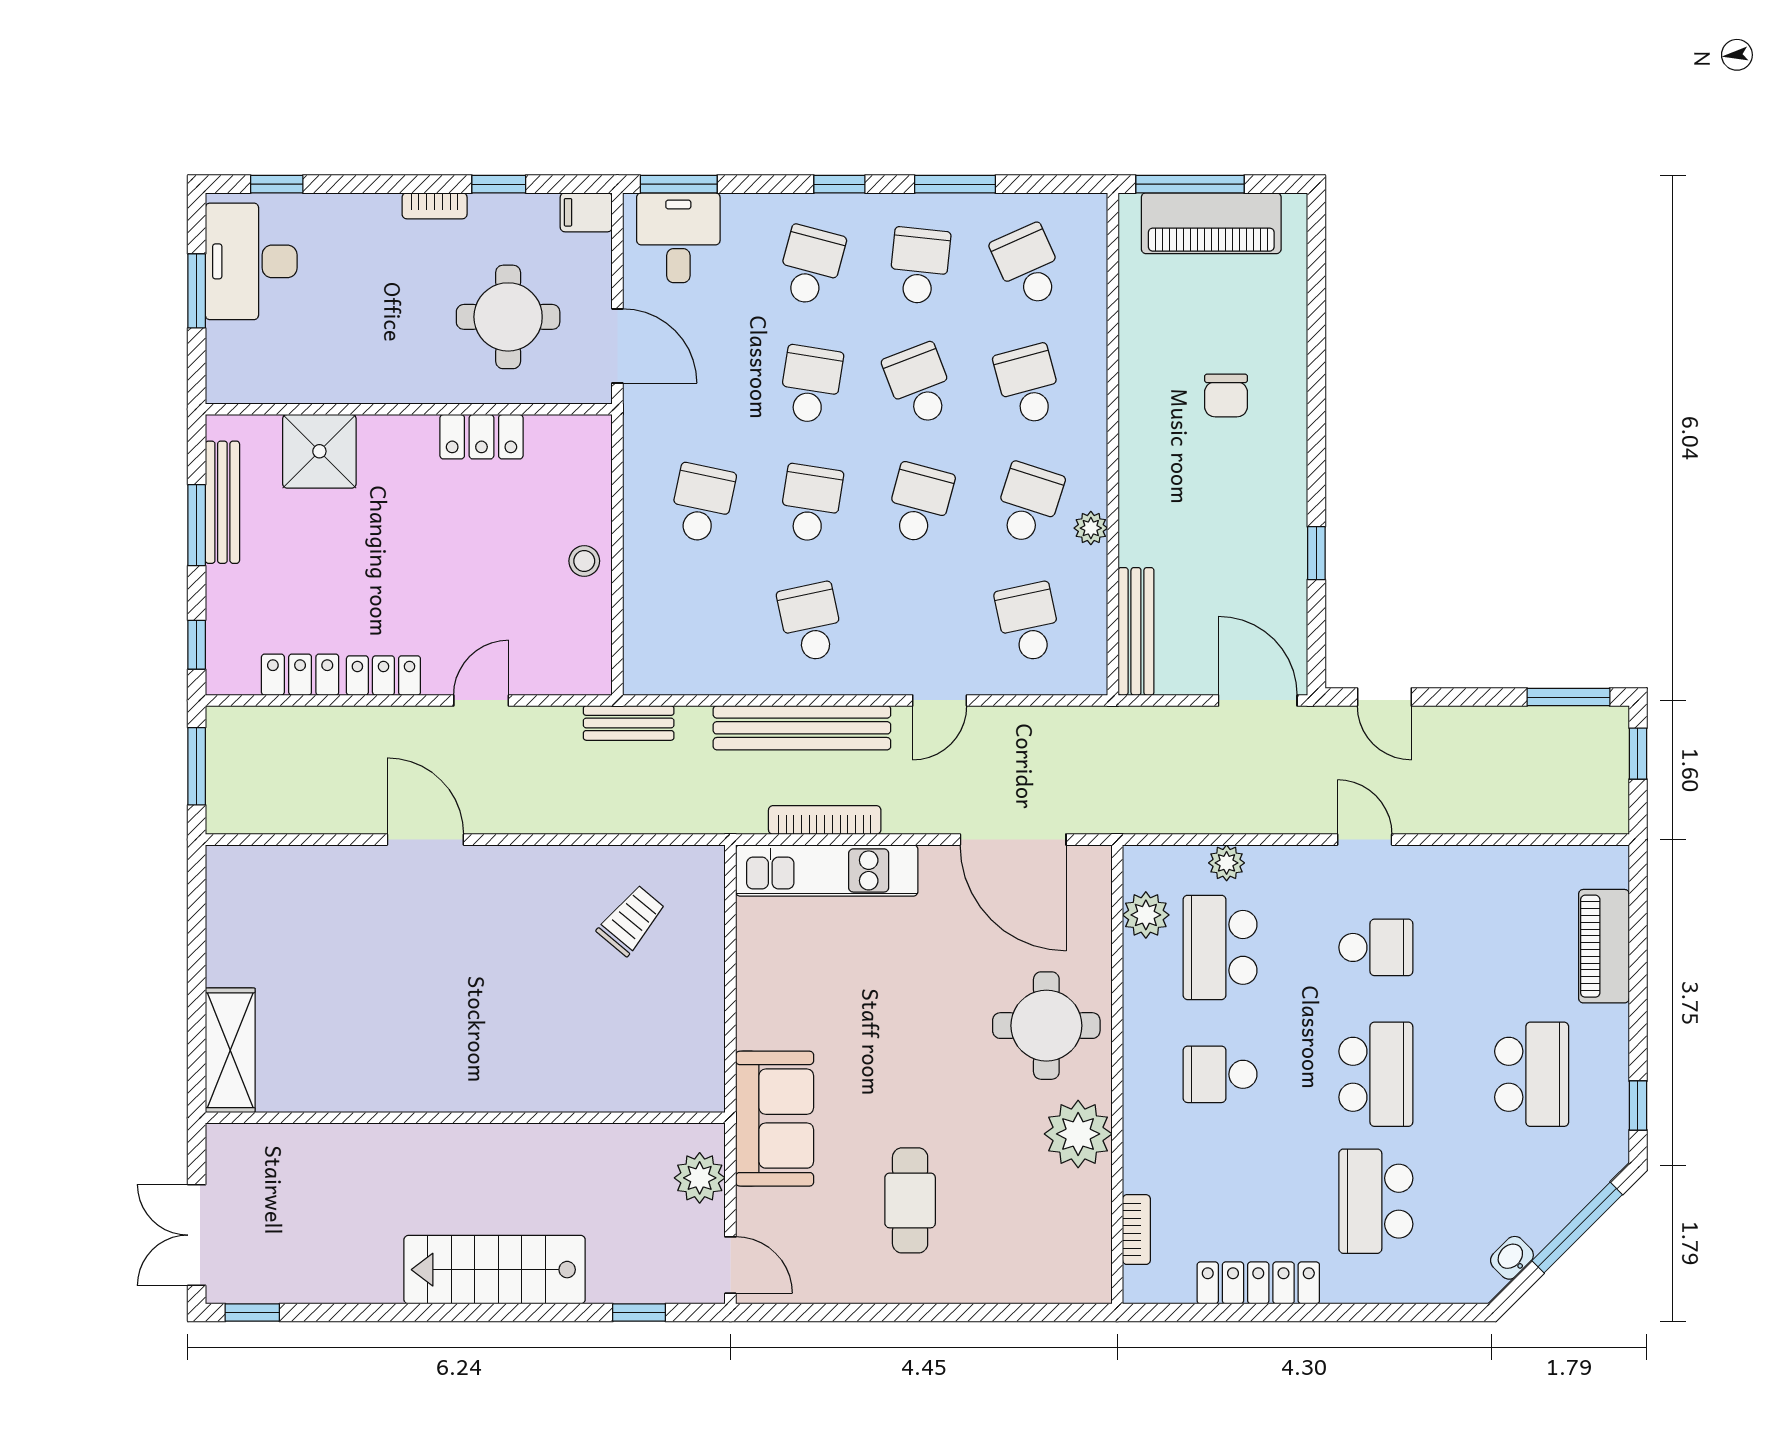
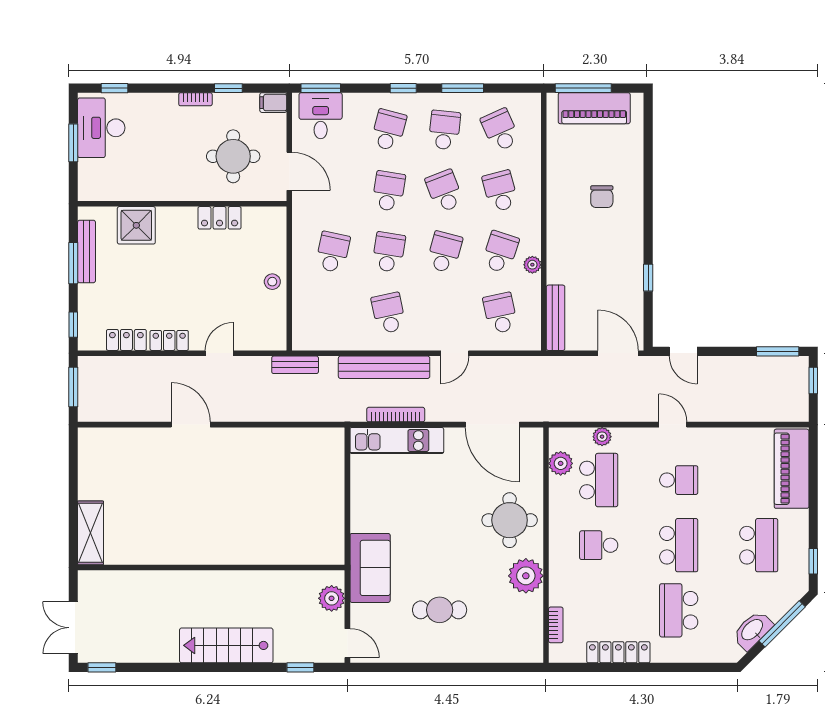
trolley: (631, 920) -> (296, 466), removed
piano: (1604, 946) -> (792, 469), width x1.37, depth x1.33
school desk: (1220, 947) -> (599, 480), turned 180
cafe table: (910, 1200) -> (440, 610), turned 90
washbasin: (1512, 1258) -> (753, 630), width x1.91, depth x1.45

